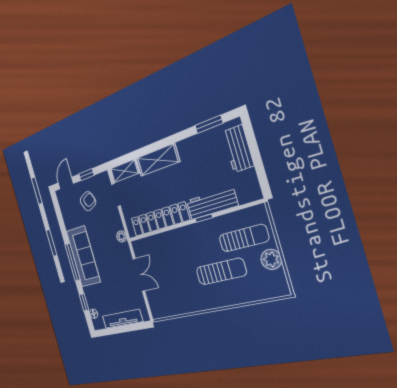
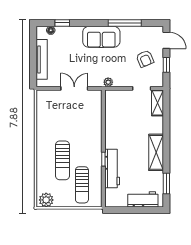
shelving: (158, 160) -> (156, 152), moved
locker: (160, 219) -> (112, 122), removed
sofa: (83, 256) -> (101, 37), width x0.73
plant: (271, 259) -> (46, 200), moved
window: (73, 262) -> (125, 23), moved
double door: (139, 275) -> (74, 88), swing flipped

